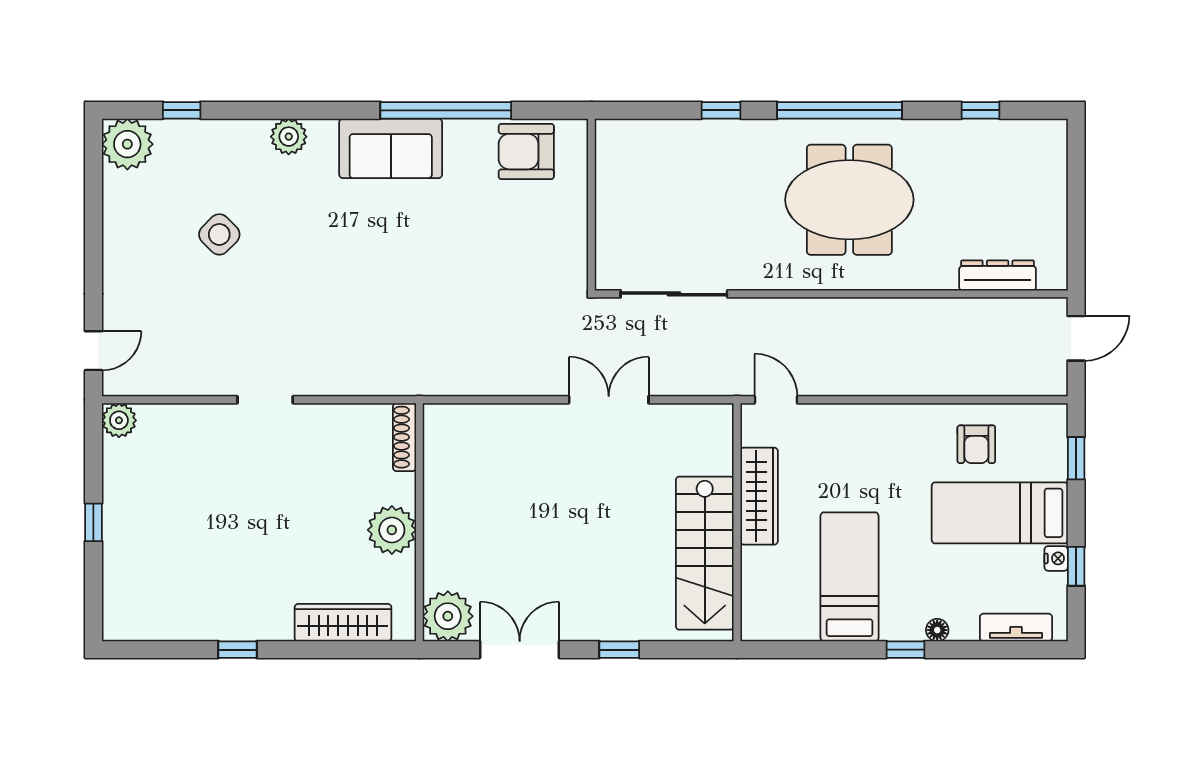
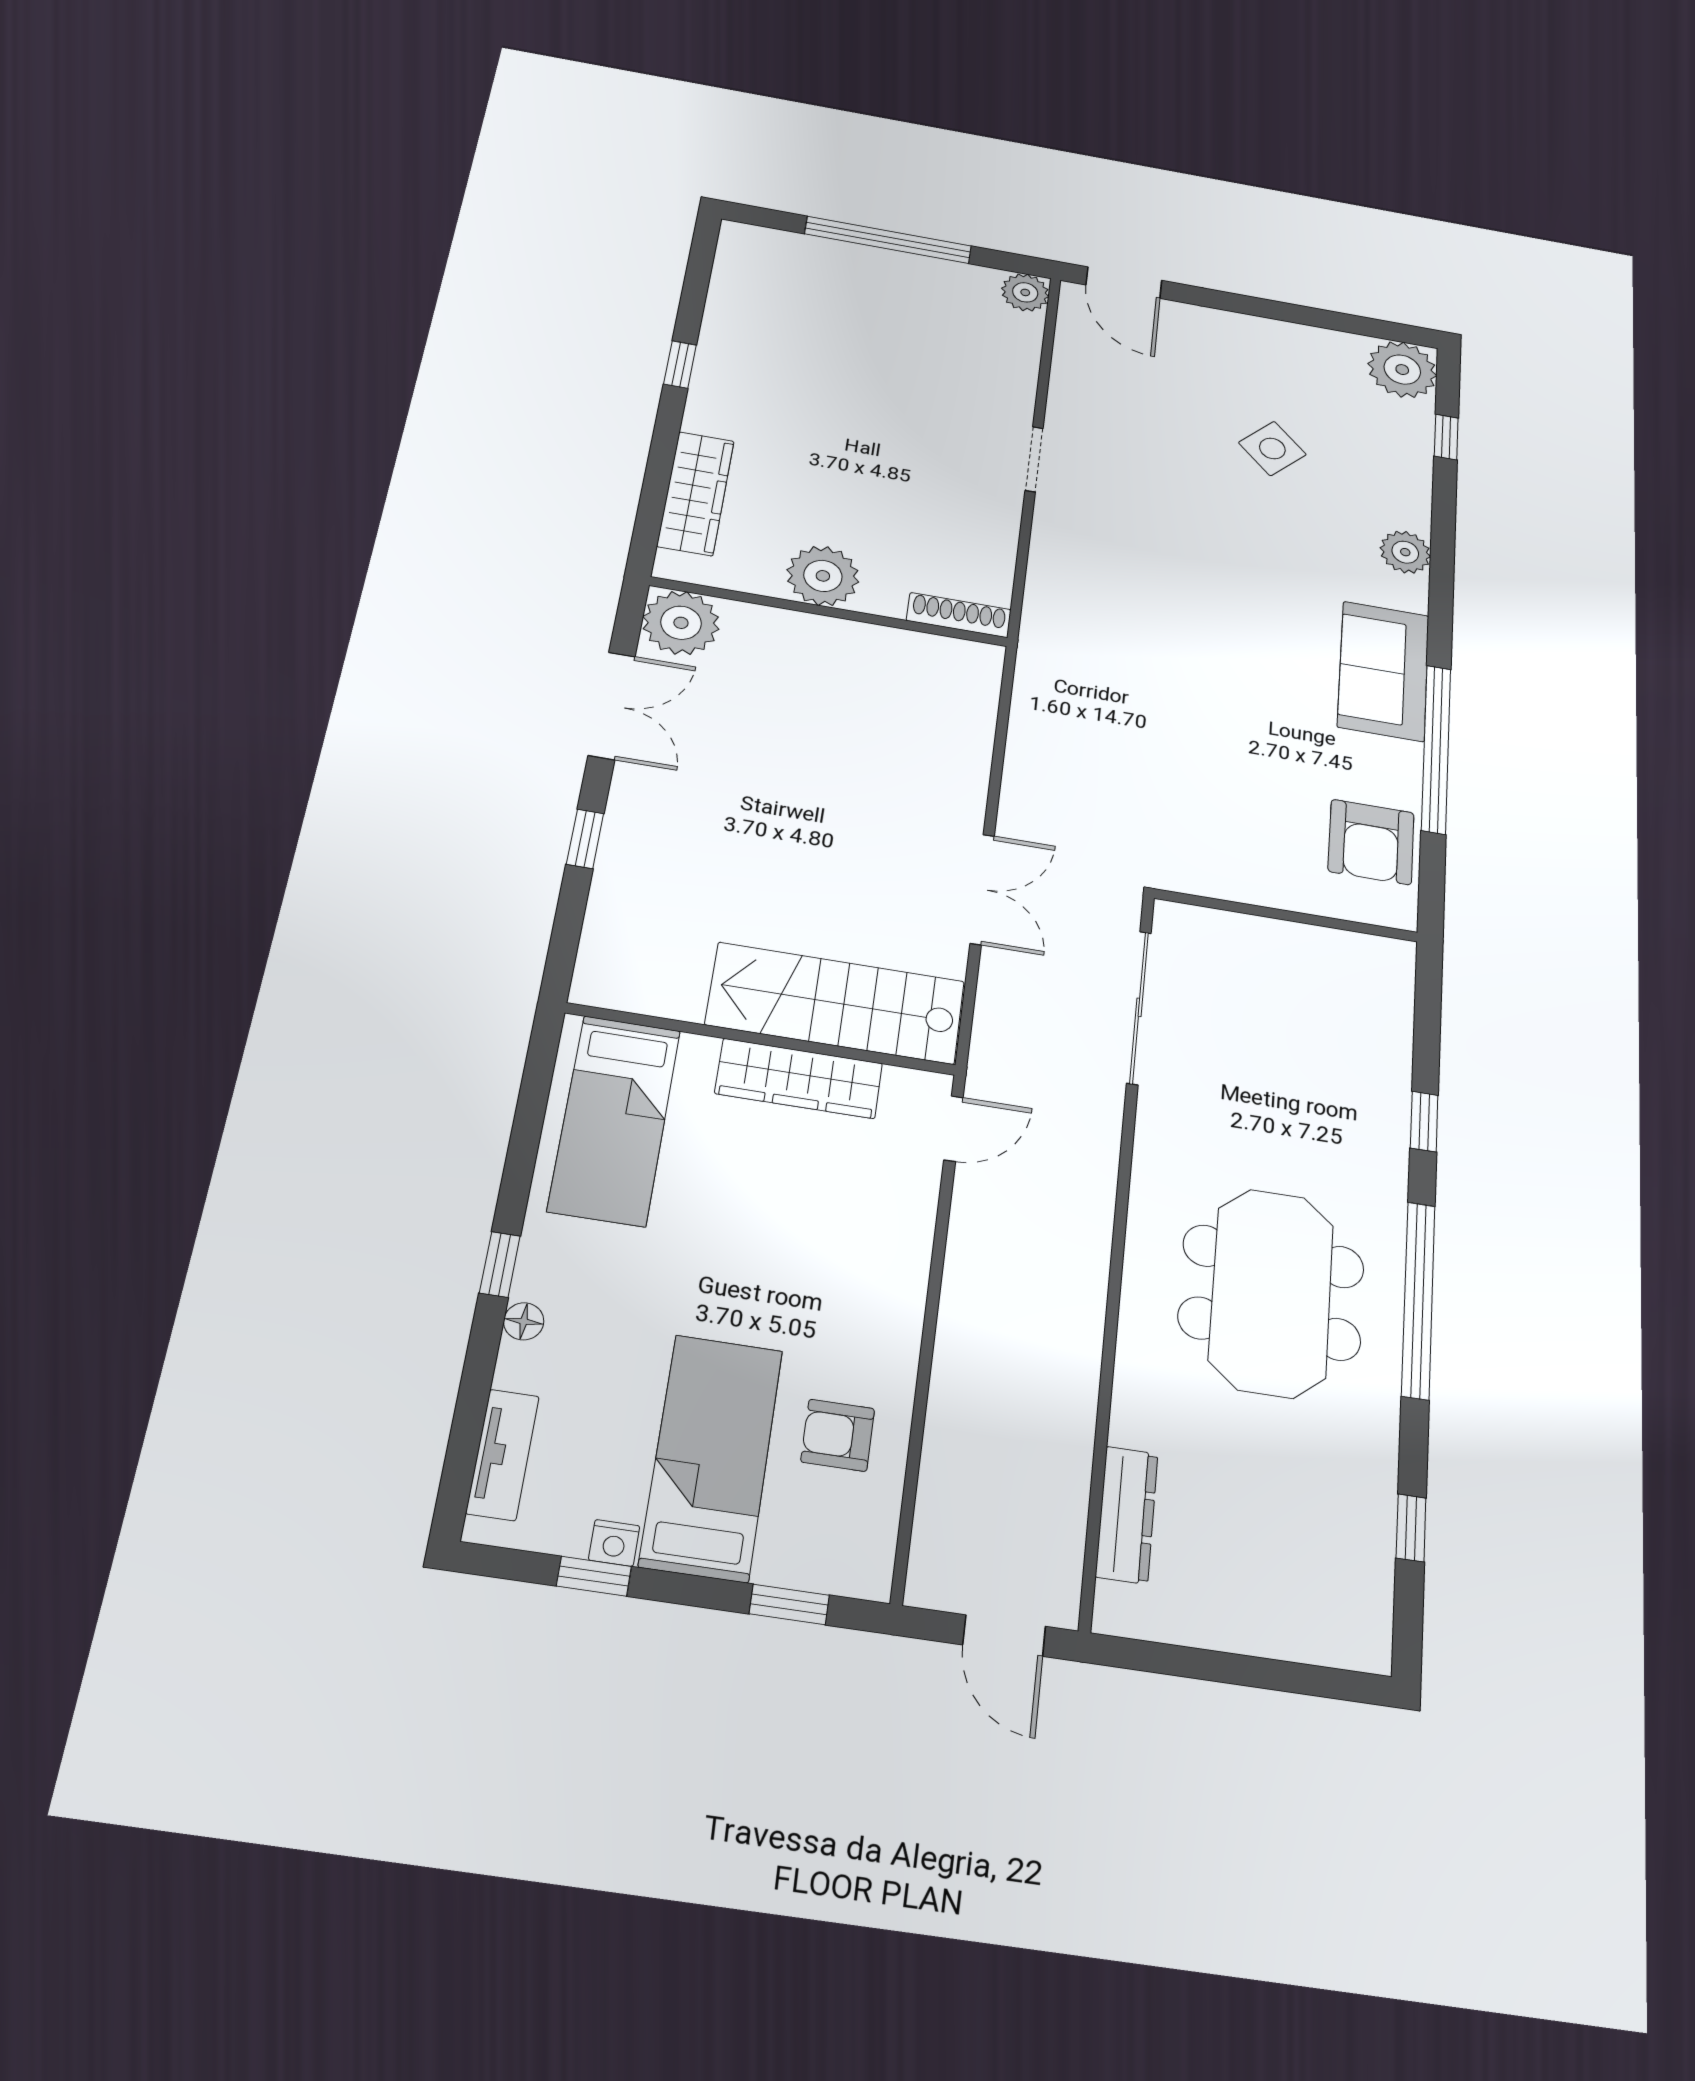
armchair: (526, 152) -> (1371, 842), turned 180
door: (93, 351) -> (1124, 283), width x1.38
window: (93, 522) -> (888, 240), width x3.17
stairs: (705, 553) -> (836, 1003), moved
bed: (849, 577) -> (614, 1120), moved, turned 90

